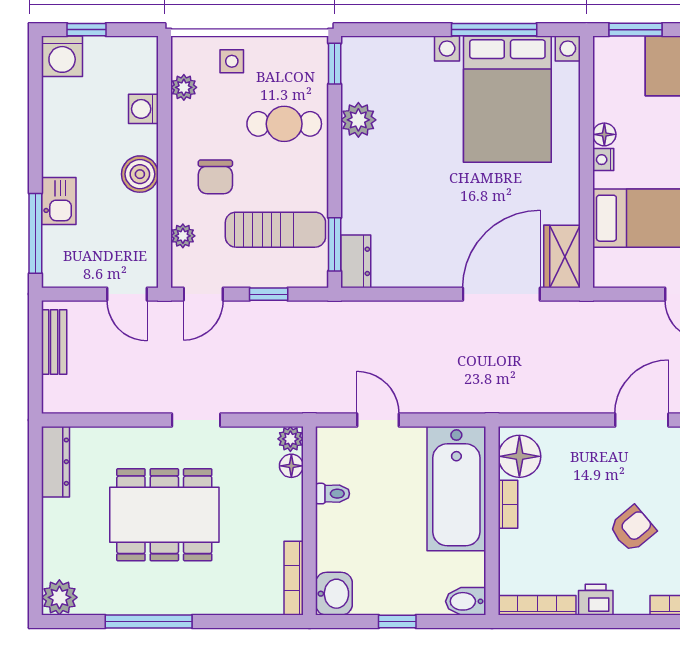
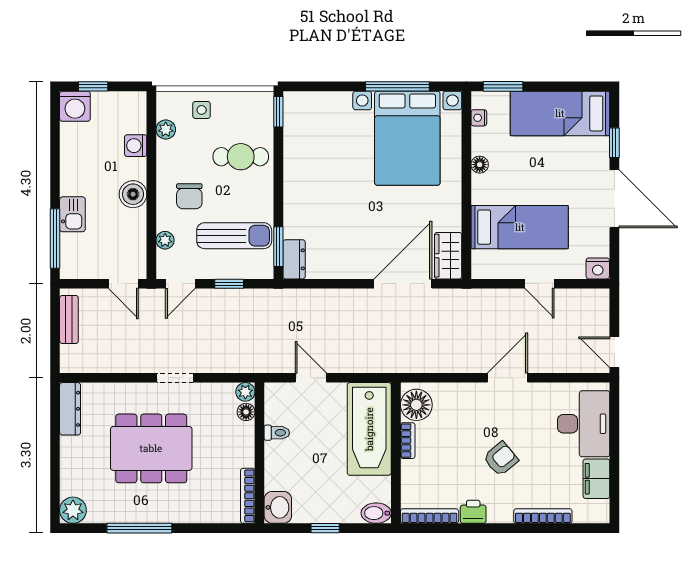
plant: (358, 120) -> (296, 154), removed
nightstand: (603, 160) -> (479, 118), moved

